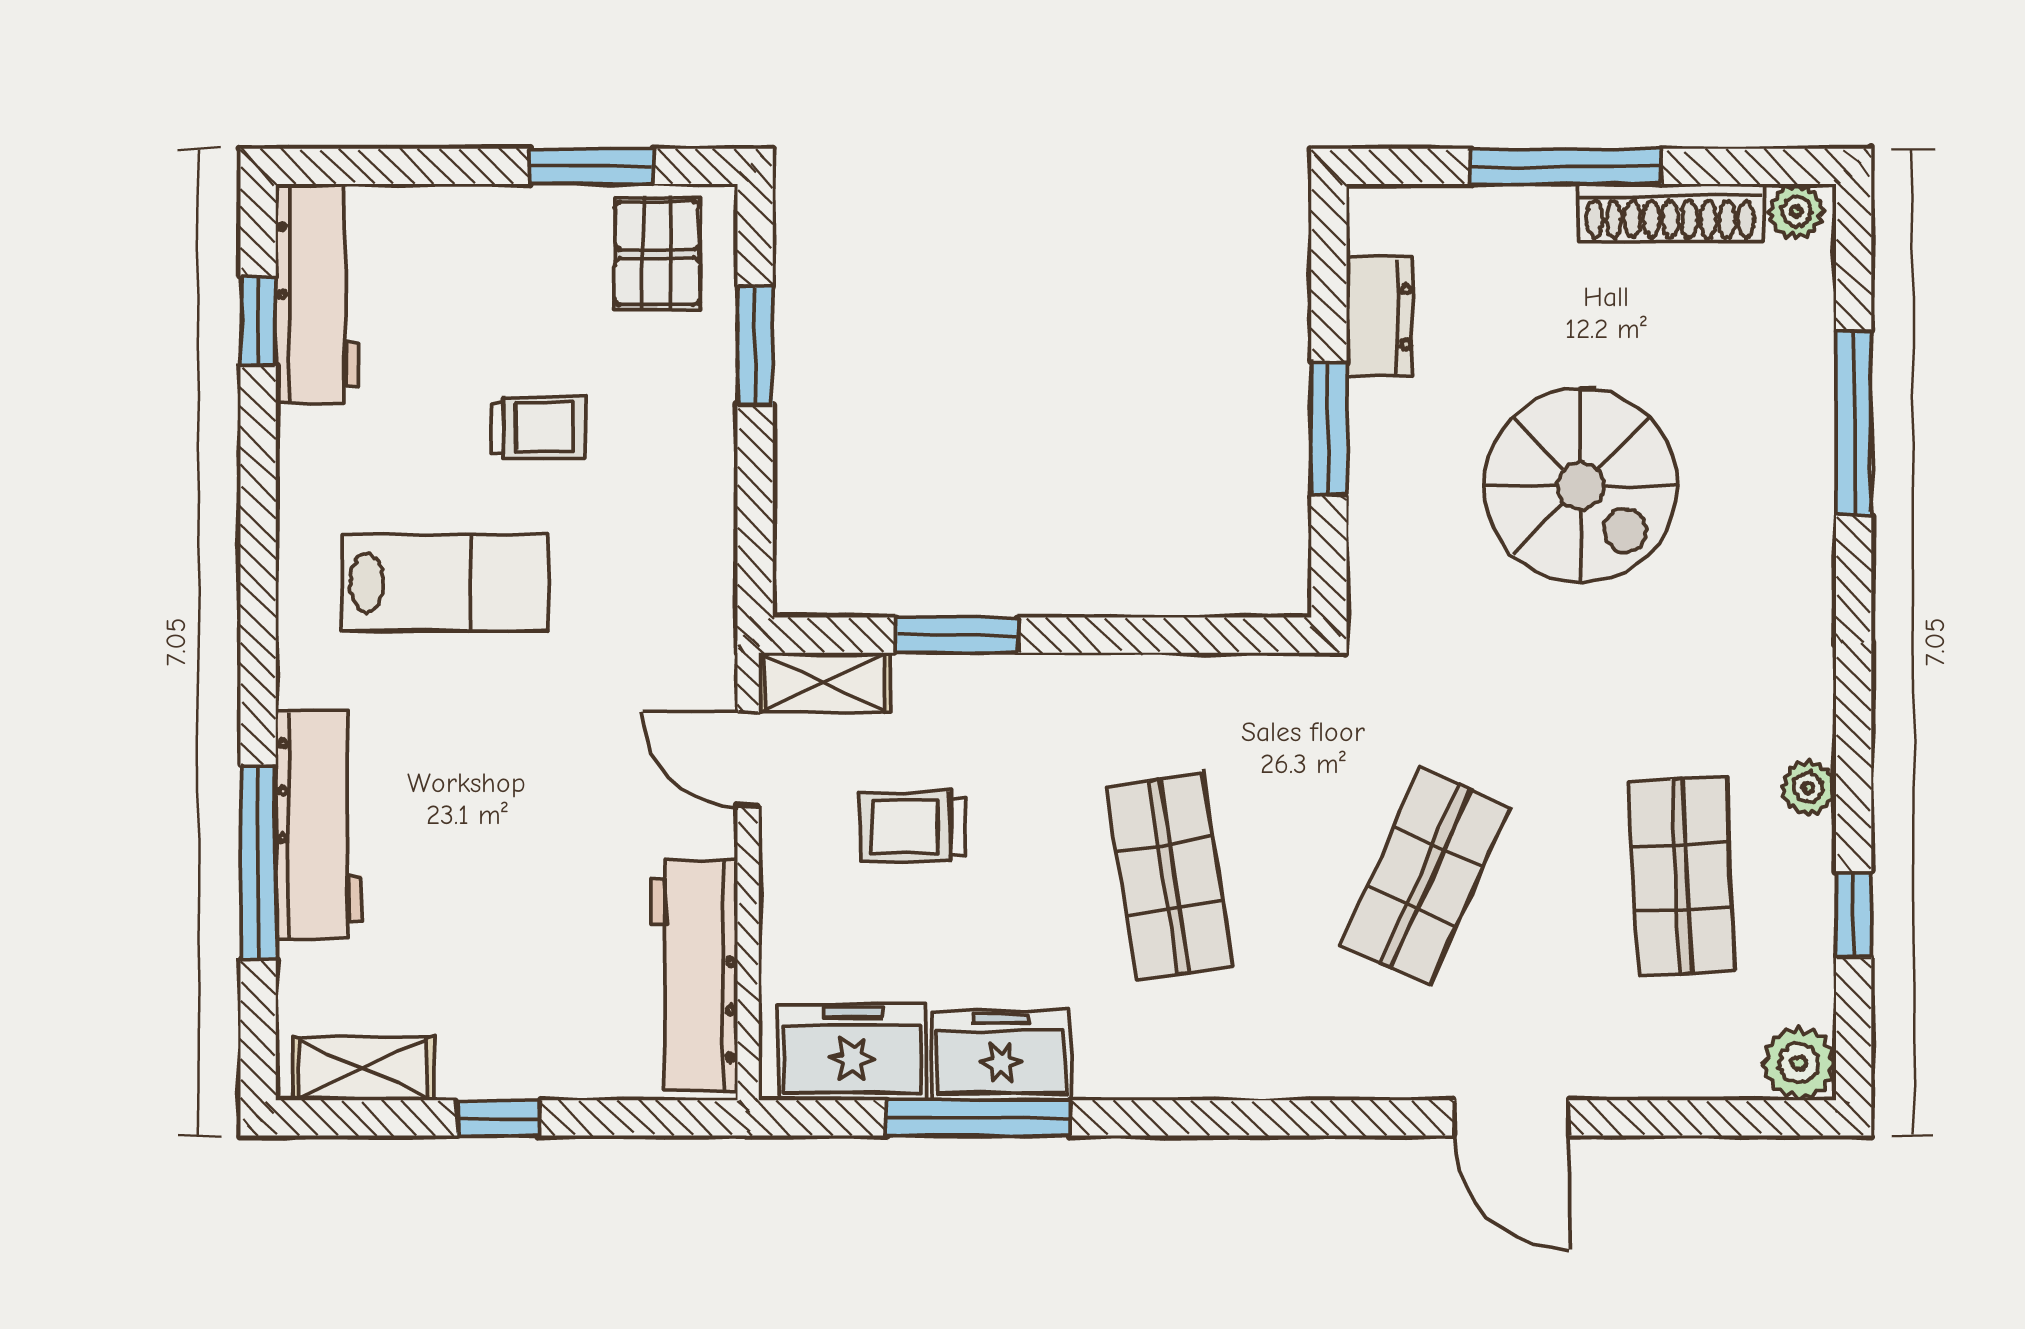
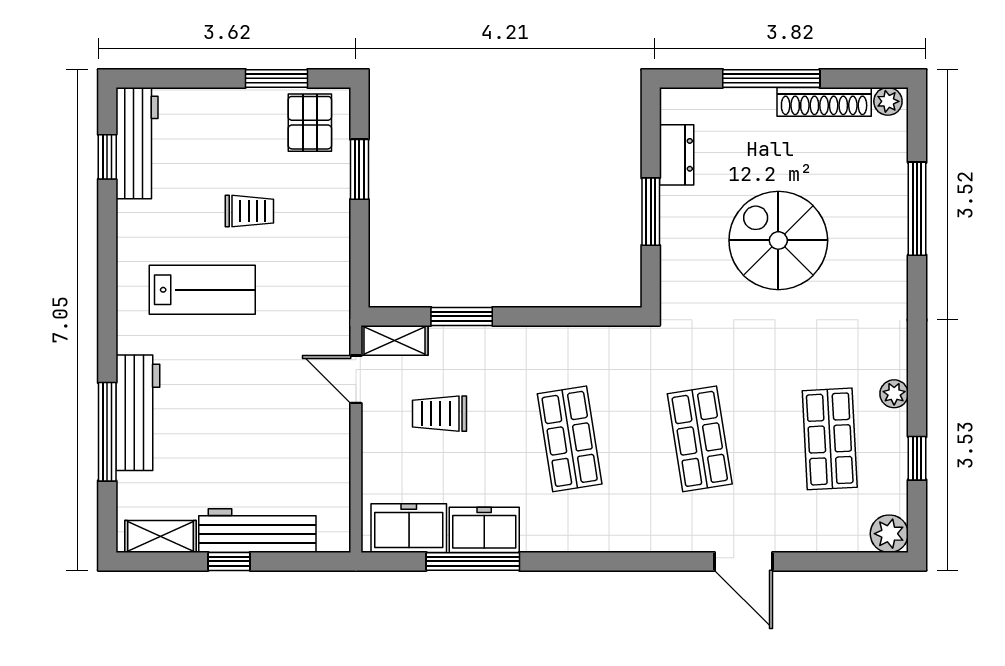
spiral stairs: (1580, 486) -> (778, 240), turned 180
shop shelf: (1425, 877) -> (700, 439), turned -33
workbench: (694, 975) -> (257, 531), moved, turned 90

